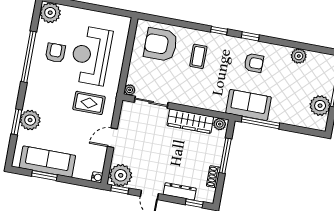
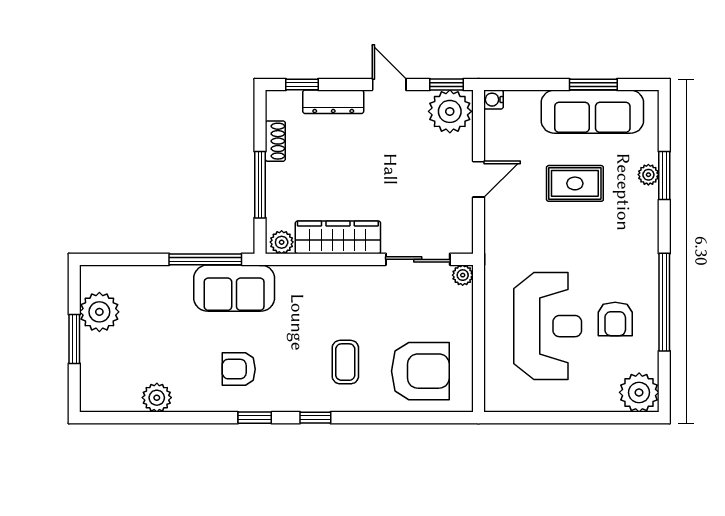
rug: (89, 103) -> (575, 183), moved
plant: (30, 120) -> (648, 175), width x0.53, depth x0.53

